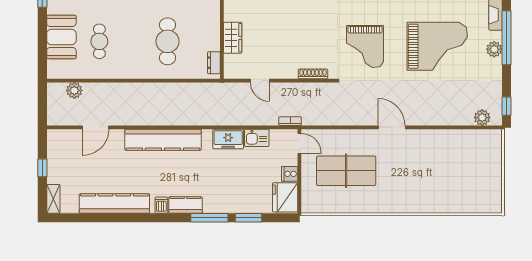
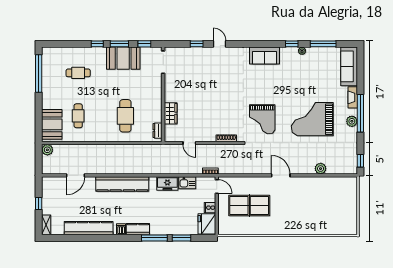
booth: (61, 37) -> (52, 124), moved
grand piano: (437, 46) -> (312, 119), turned 180
plant: (74, 90) -> (47, 150), moved
plant: (482, 118) -> (321, 169), moved

